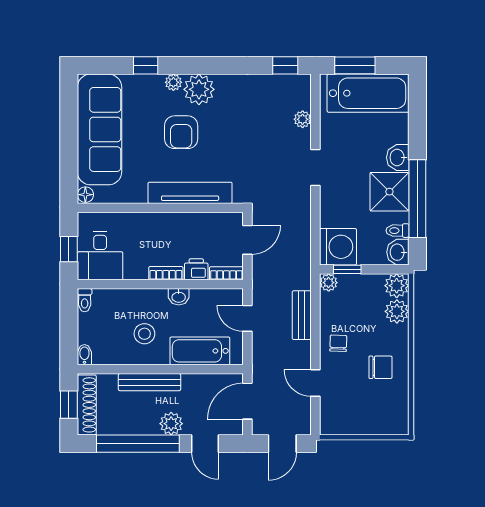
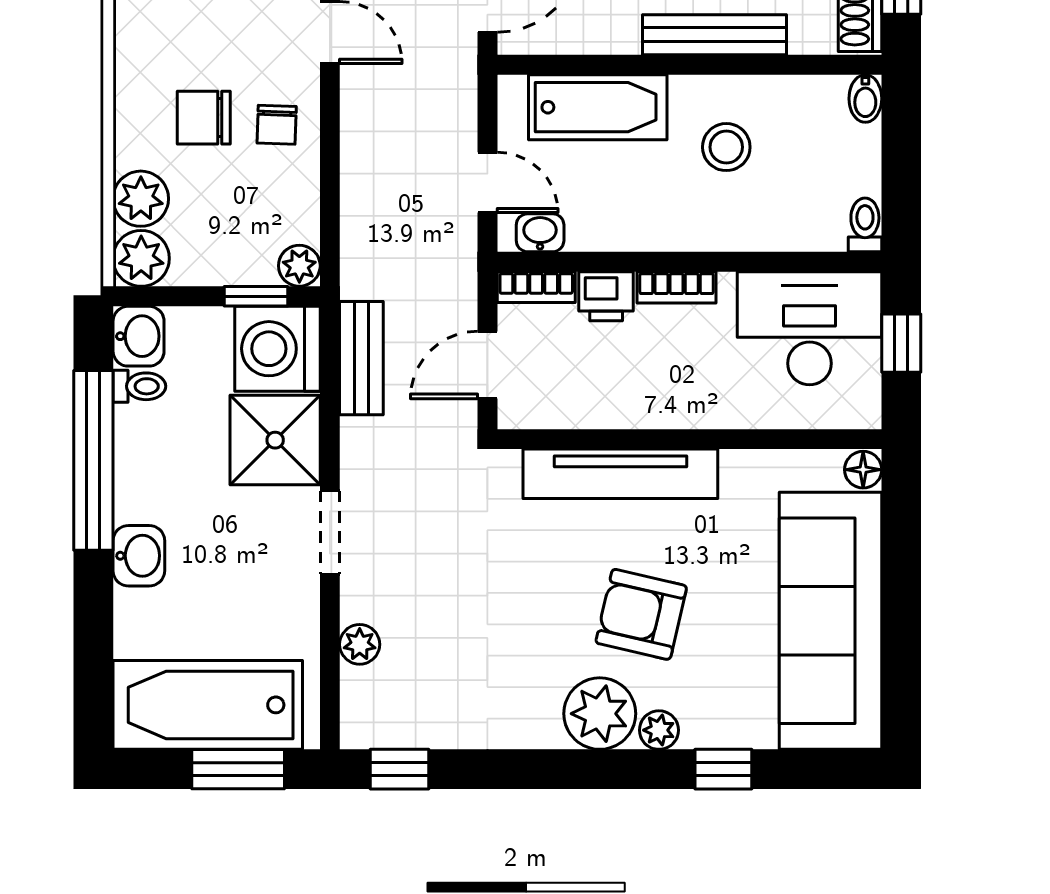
armchair: (181, 132) -> (641, 614), turned -77
shower: (389, 192) -> (275, 440), moved
desk: (100, 256) -> (810, 328), width x1.37
washbasin: (179, 297) -> (540, 233), moved
bench: (302, 315) -> (361, 358), moved
chair: (381, 367) -> (204, 118), moved

